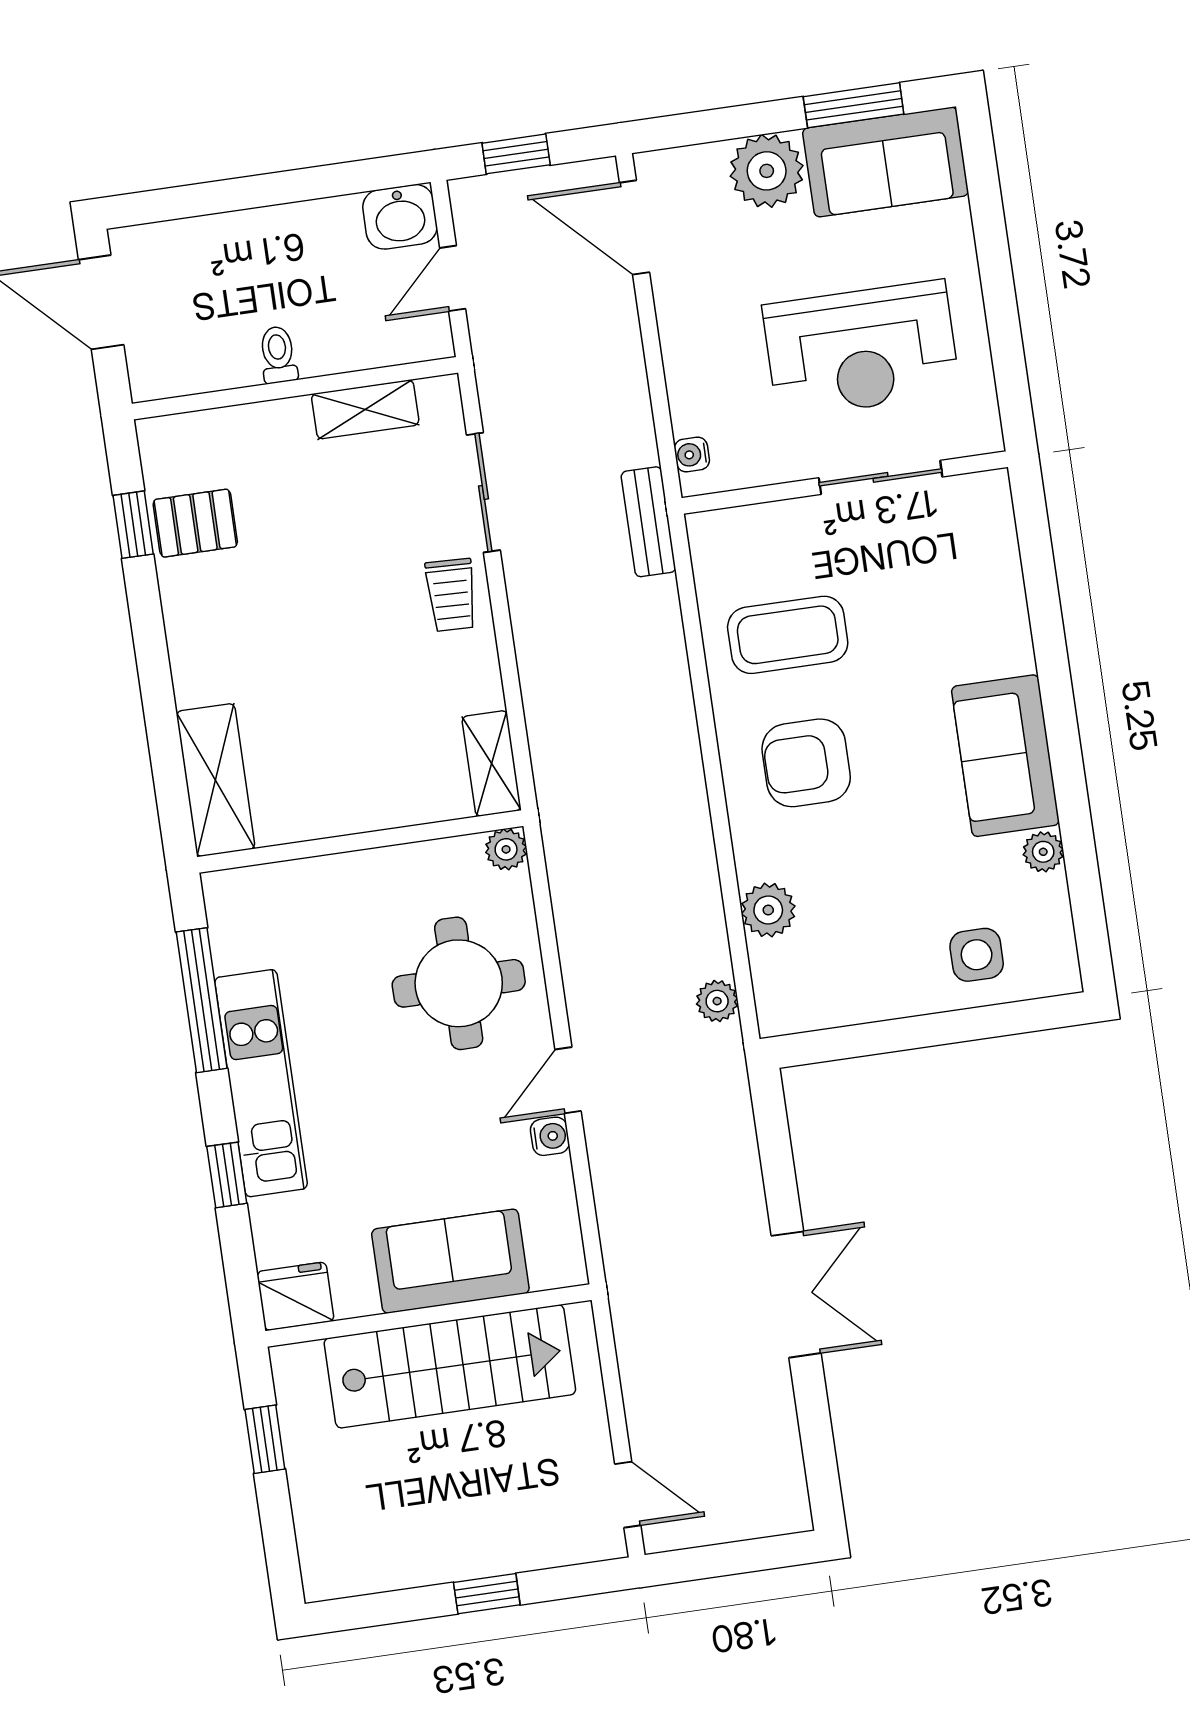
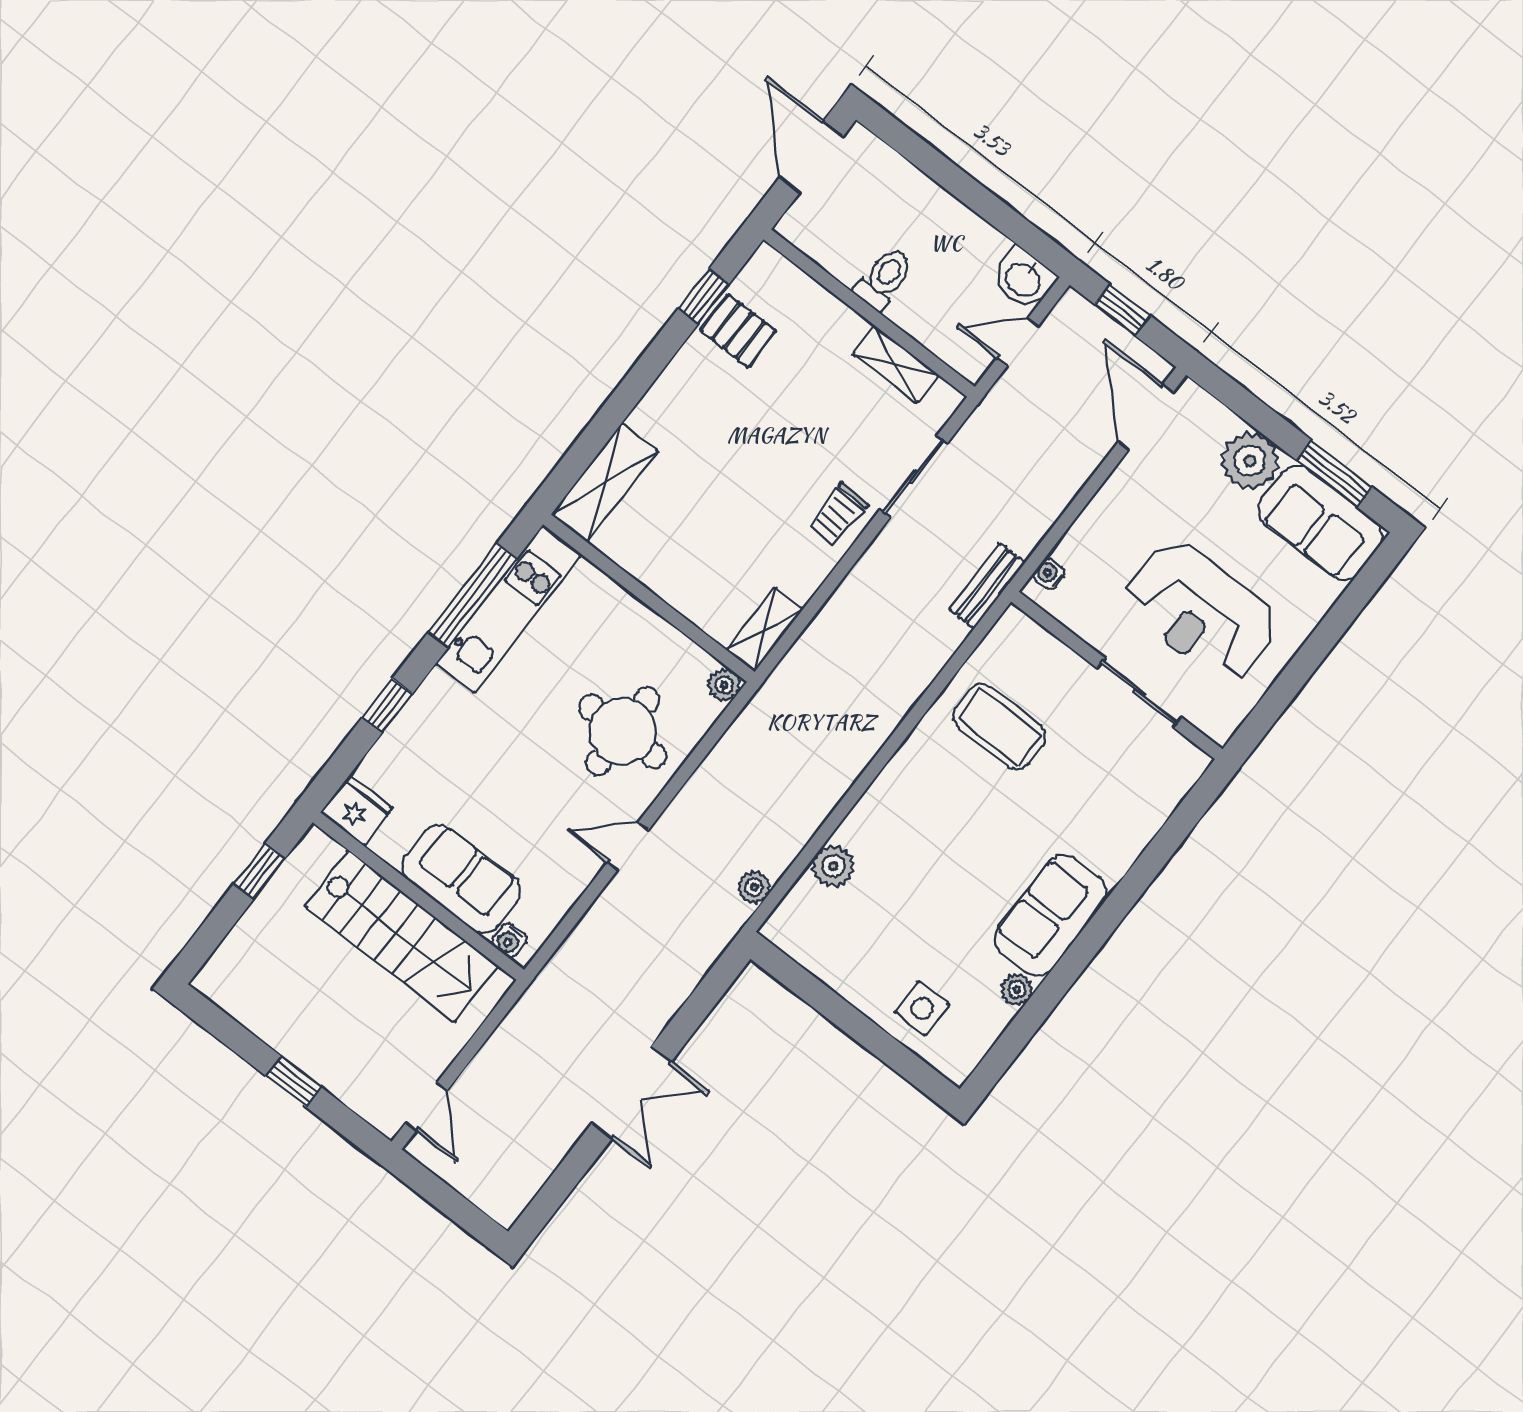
toilet: (278, 355) -> (884, 279), width x1.37, depth x1.39
armchair: (806, 763) -> (937, 807), removed
kitchen unit: (261, 1083) -> (508, 609), moved
water cooler: (550, 1136) -> (509, 940), moved, turned 90

